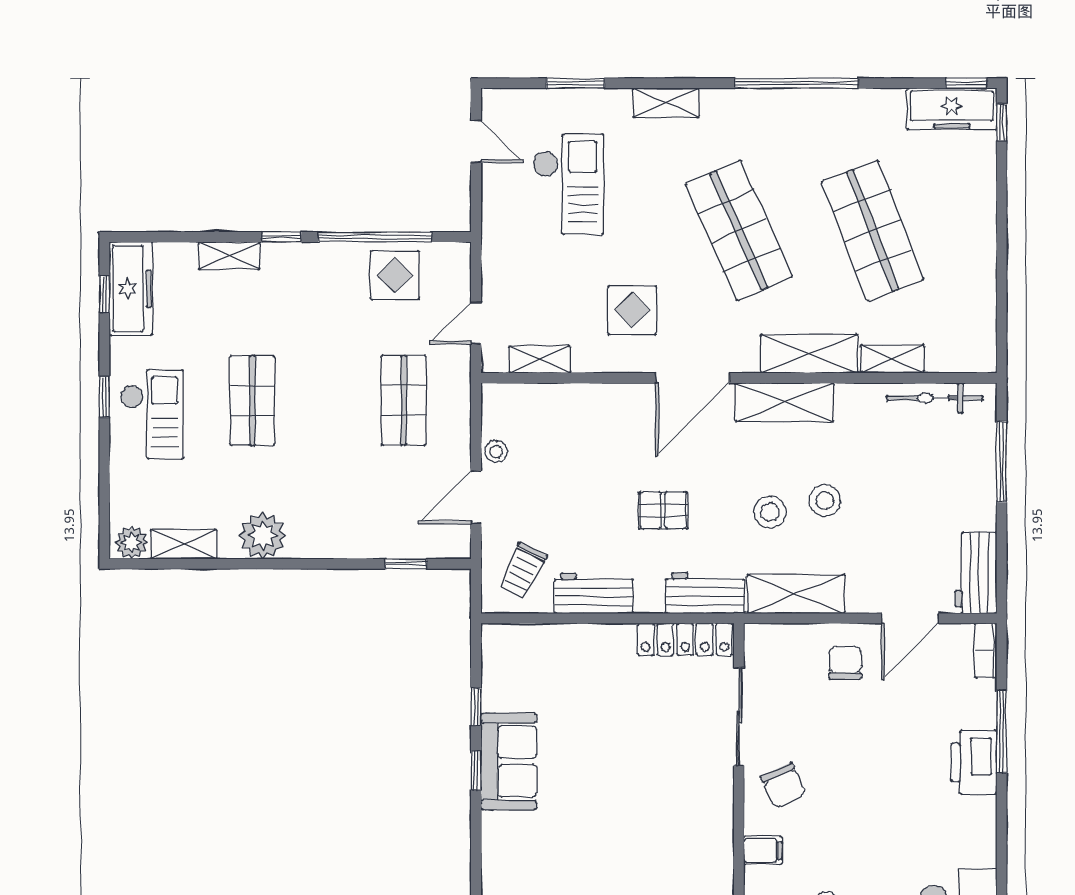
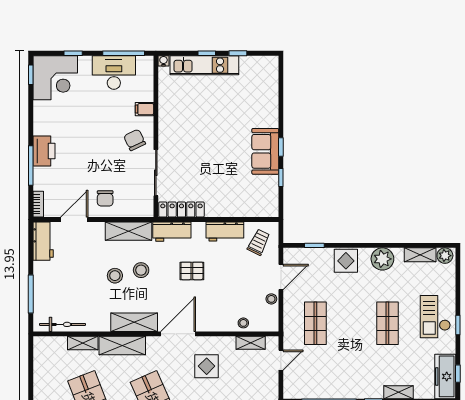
display table: (395, 275) -> (346, 261), moved
stool: (555, 401) -> (243, 323), added

